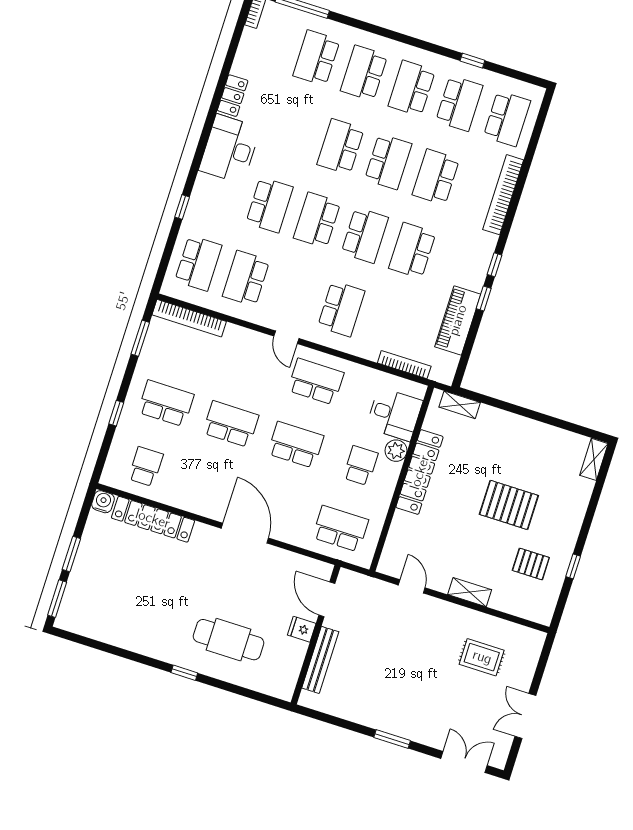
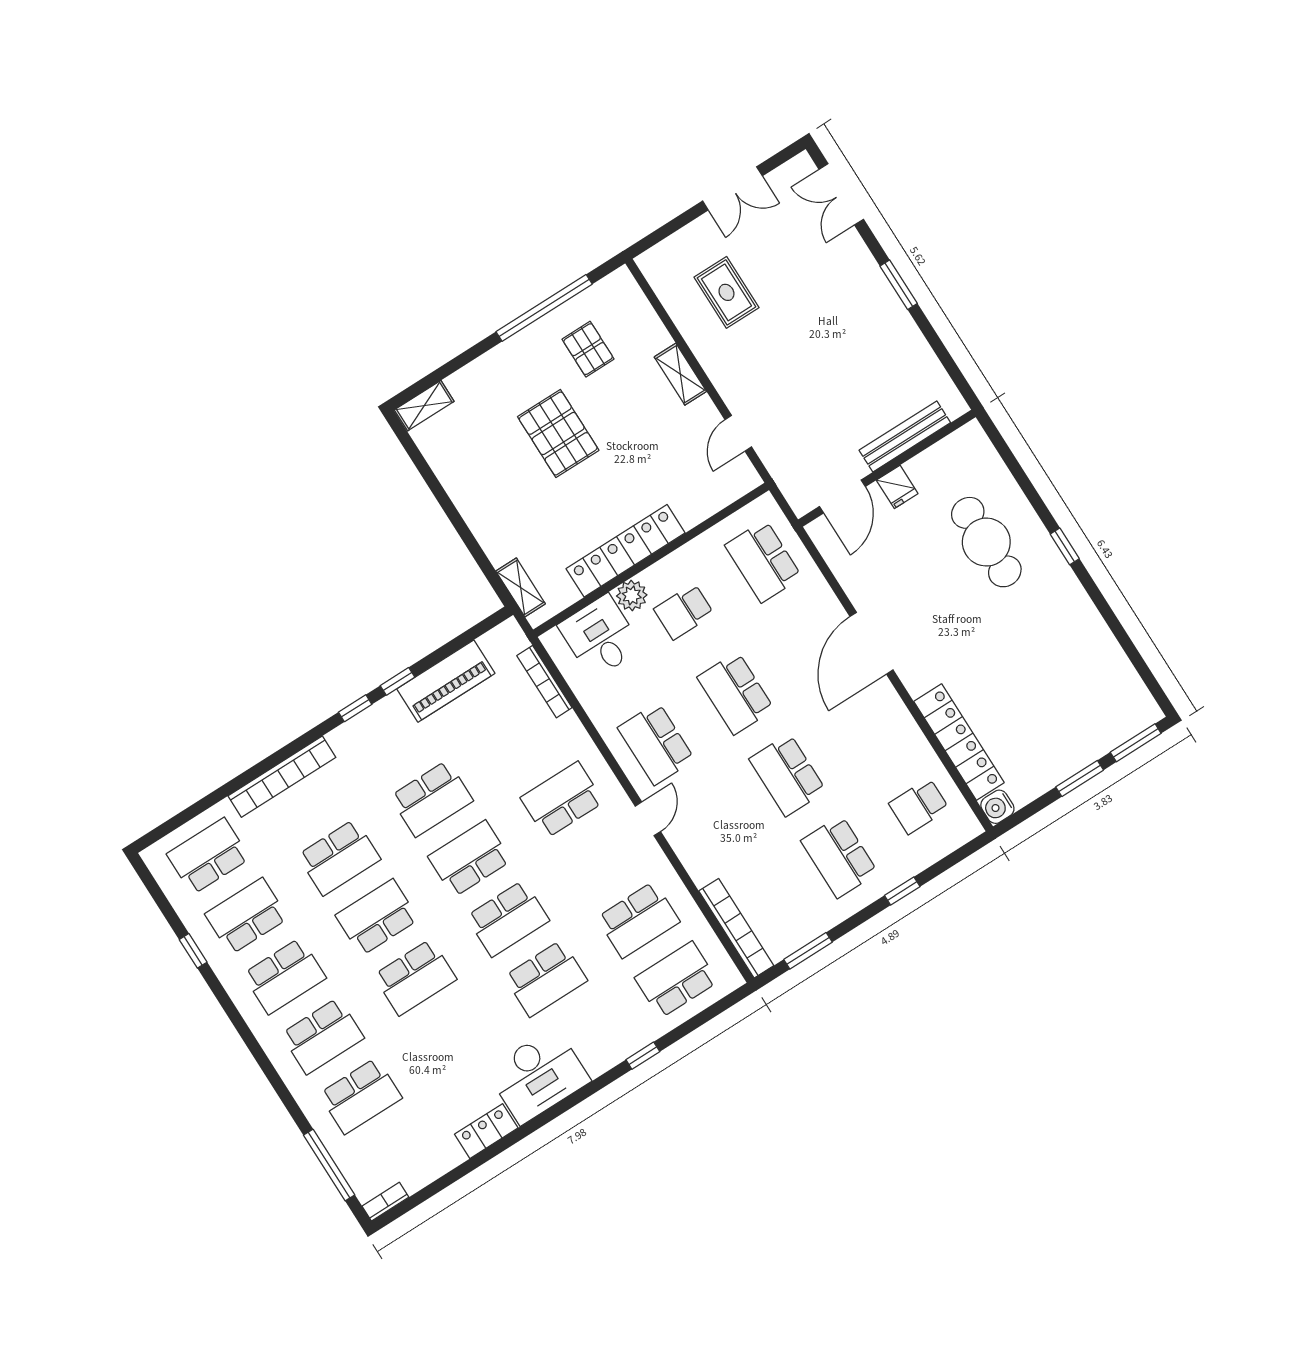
school desk: (269, 205) -> (546, 978), turned 180
window: (573, 566) -> (544, 308), width x3.17

